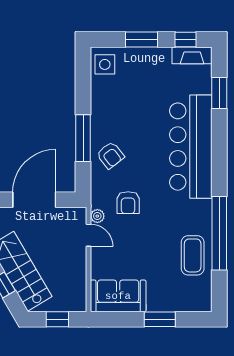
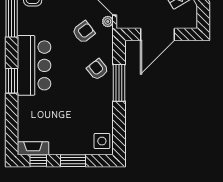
window: (219, 93) -> (12, 81), moved
bar counter: (191, 147) -> (34, 65), width x0.73
armchair: (128, 203) -> (84, 32), turned 53

